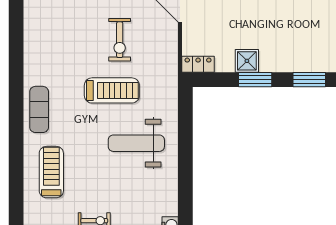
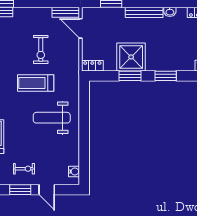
shower: (247, 61) -> (131, 57), width x1.86, depth x1.86
treadmill: (112, 90) -> (36, 83), turned 180

